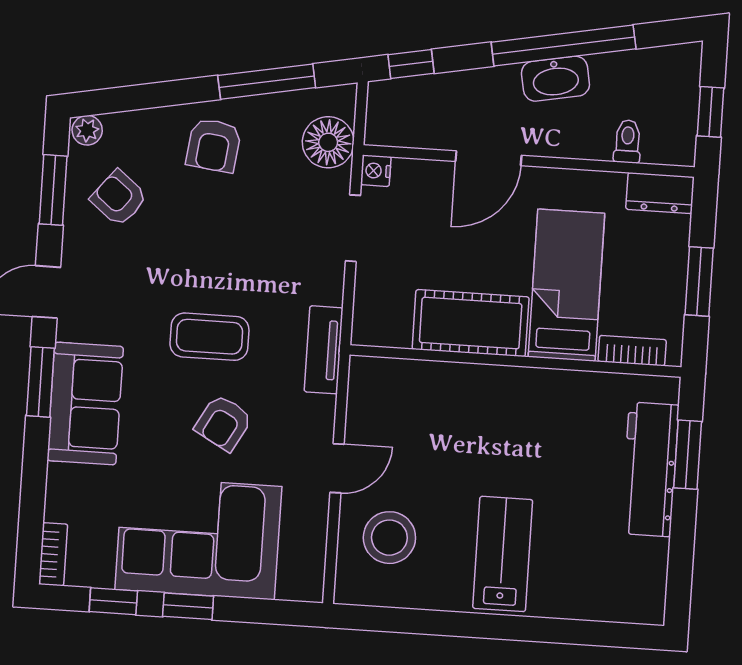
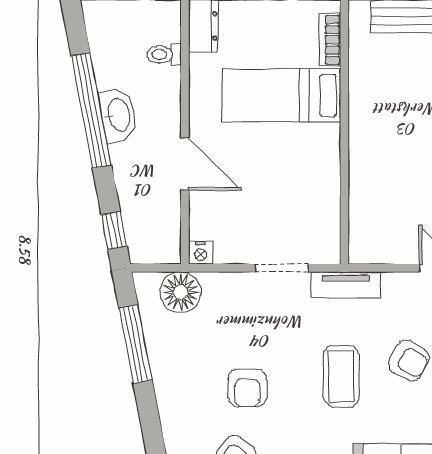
armchair: (214, 145) -> (247, 388), moved, turned 83
doorway: (353, 228) -> (282, 268), moved
cot: (471, 323) -> (317, 170), removed

